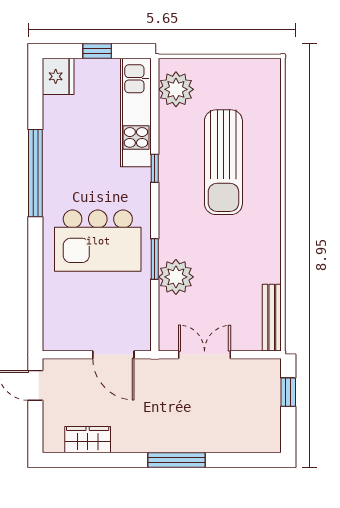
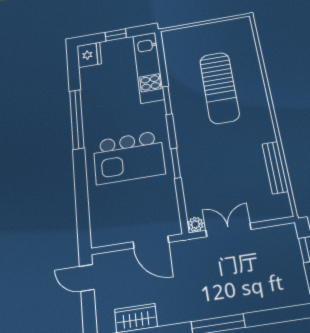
plant: (176, 89) -> (176, 48), removed
window: (155, 168) -> (167, 100), width x1.50
plant: (176, 277) -> (195, 224), moved, width x0.53, depth x0.53
bench: (272, 318) -> (275, 167), moved

